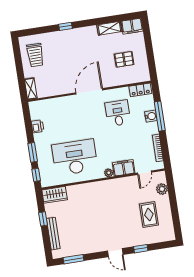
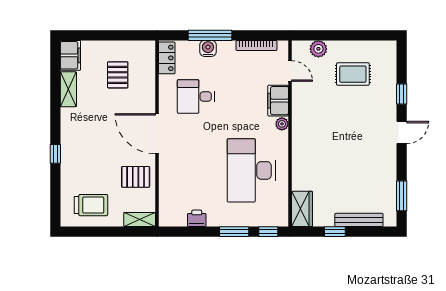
pallet: (59, 82) -> (136, 177), added

